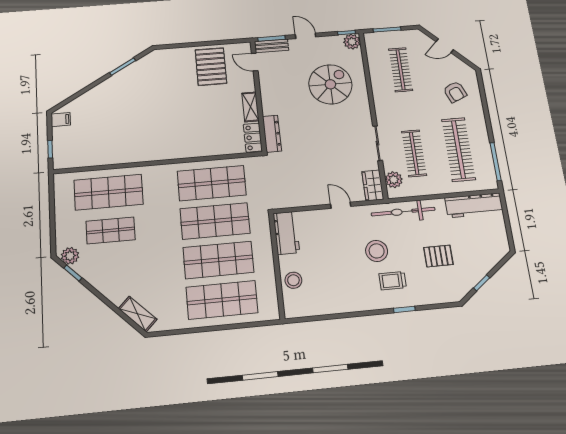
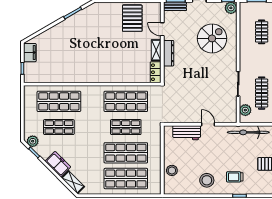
door: (255, 62) -> (162, 29), moved
clothes rail: (401, 70) -> (262, 32), width x0.73
filing cabinet: (61, 119) -> (30, 53), width x2.00
dresser: (272, 134) -> (169, 53), moved
wardrobe: (373, 185) -> (231, 113), removed
shop shelf: (215, 221) -> (126, 127), width x0.70, depth x0.74
workbench: (286, 233) -> (187, 133), moved, turned 90
stool: (377, 251) -> (207, 180), moved
freezer: (112, 288) -> (58, 164), added

